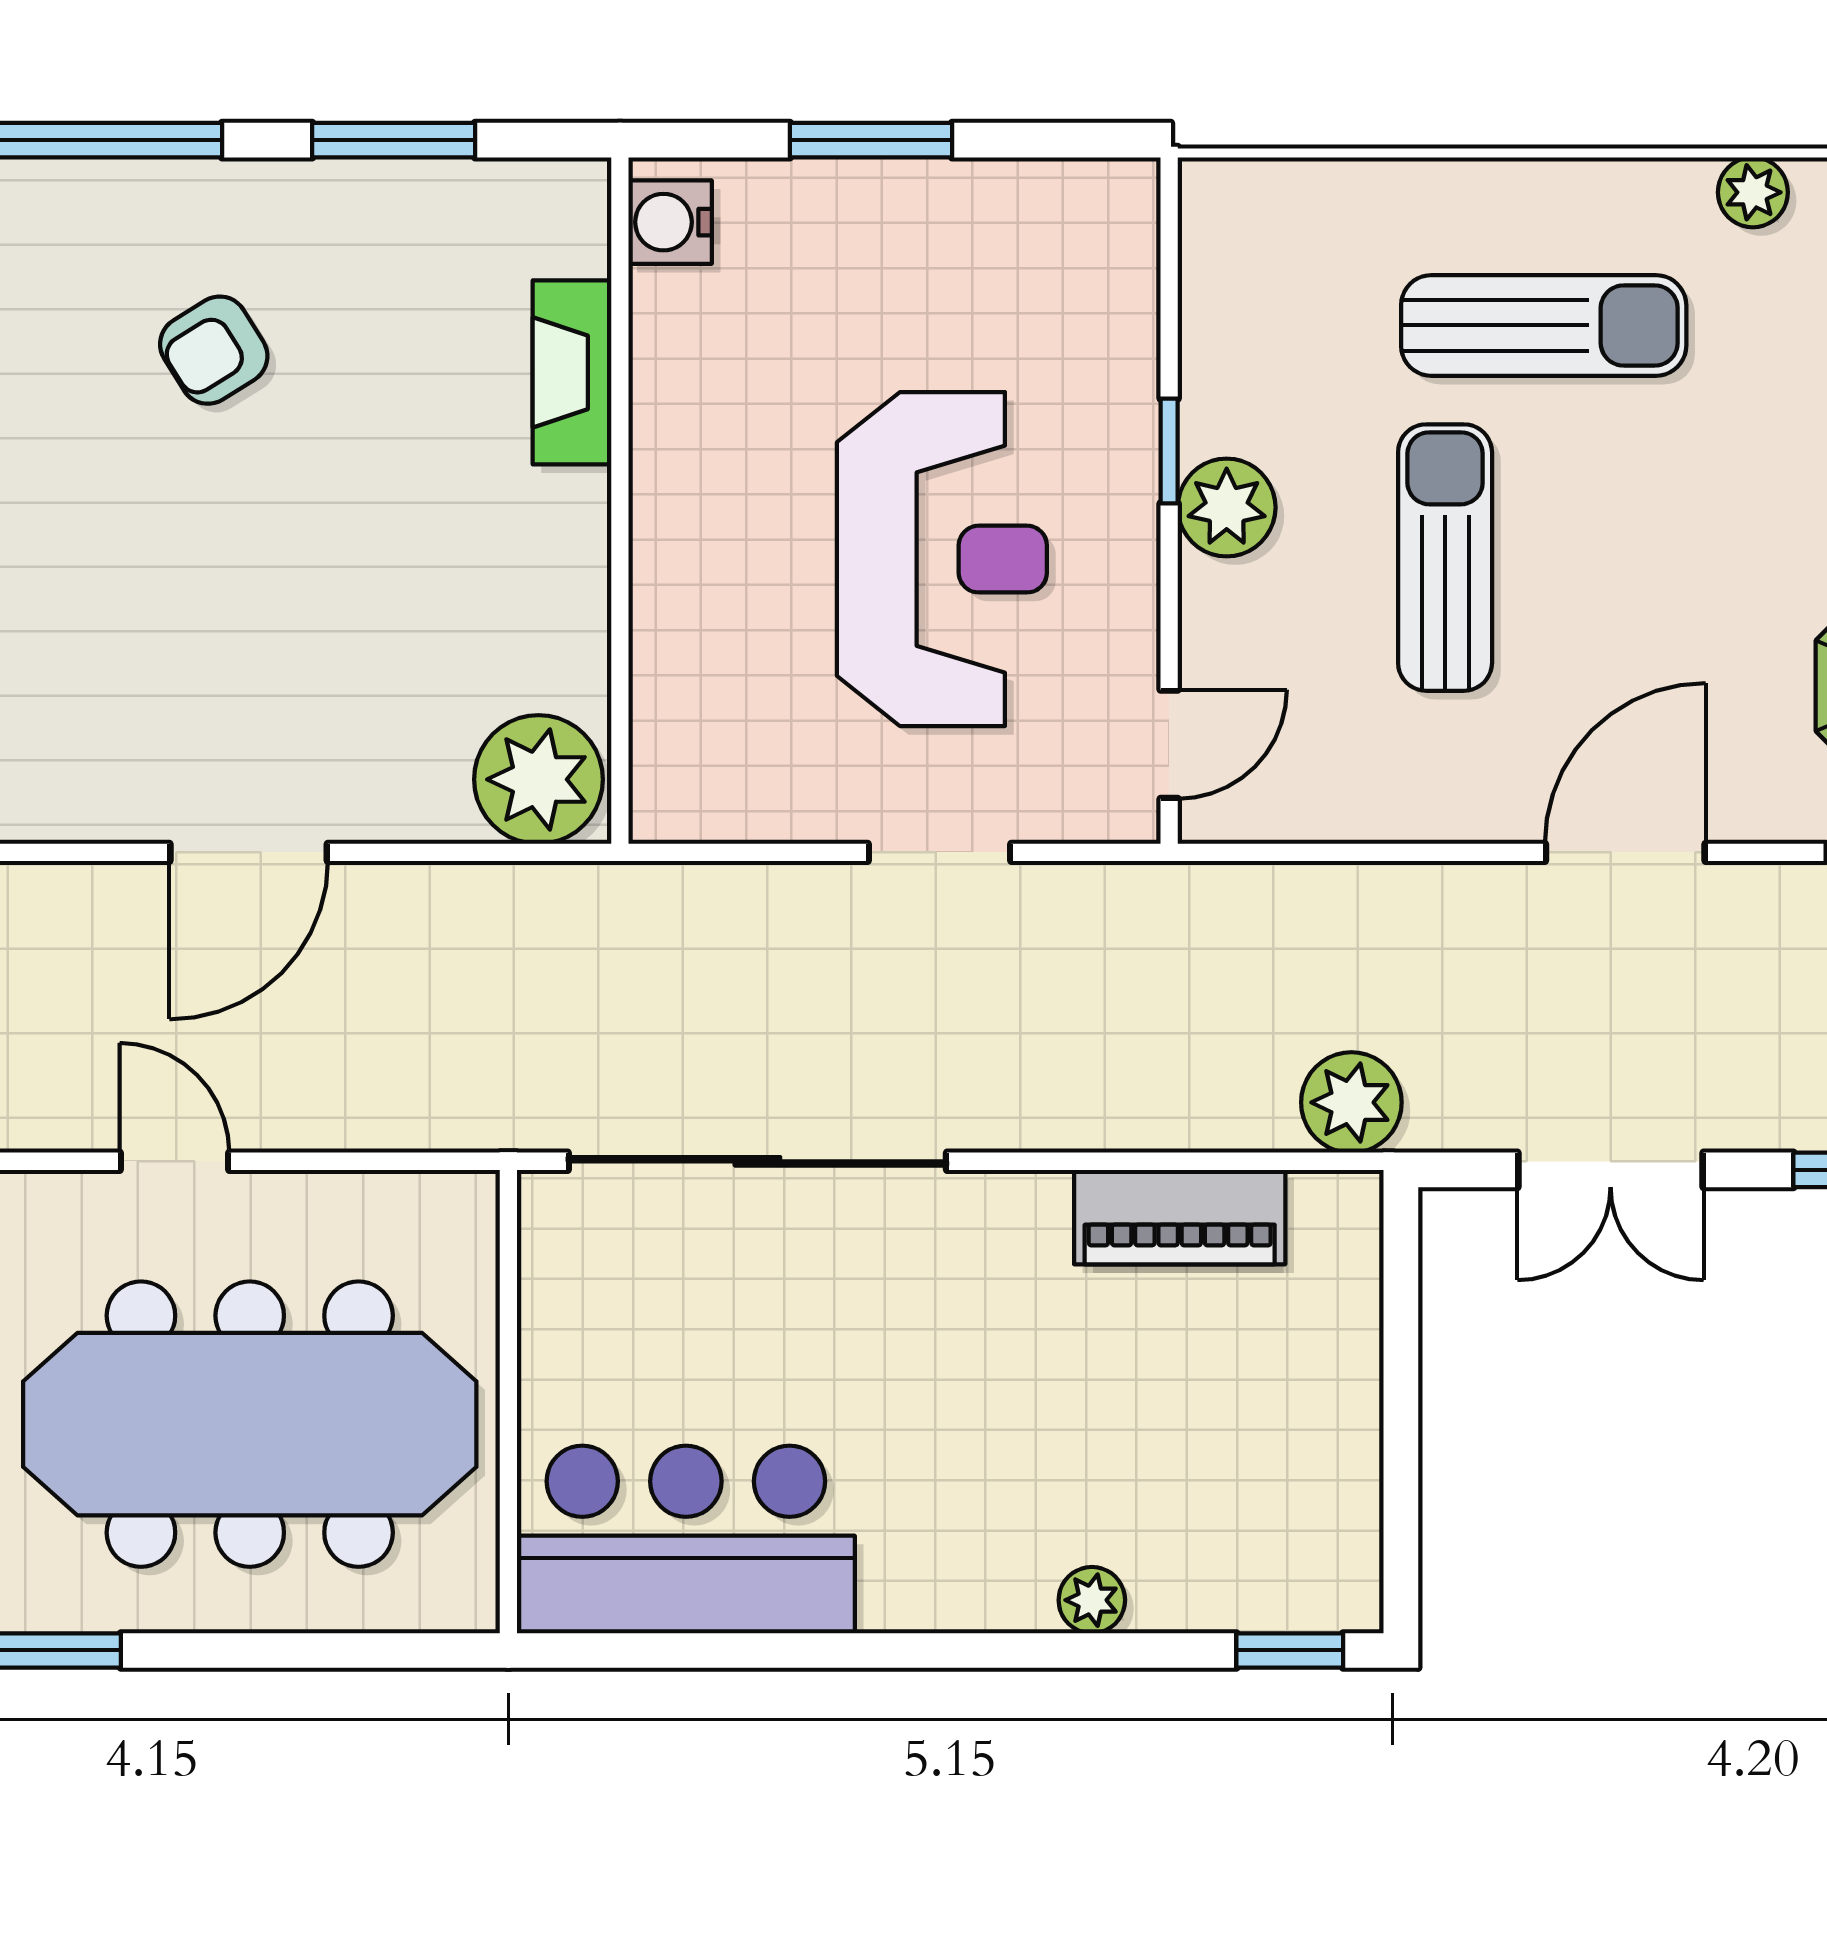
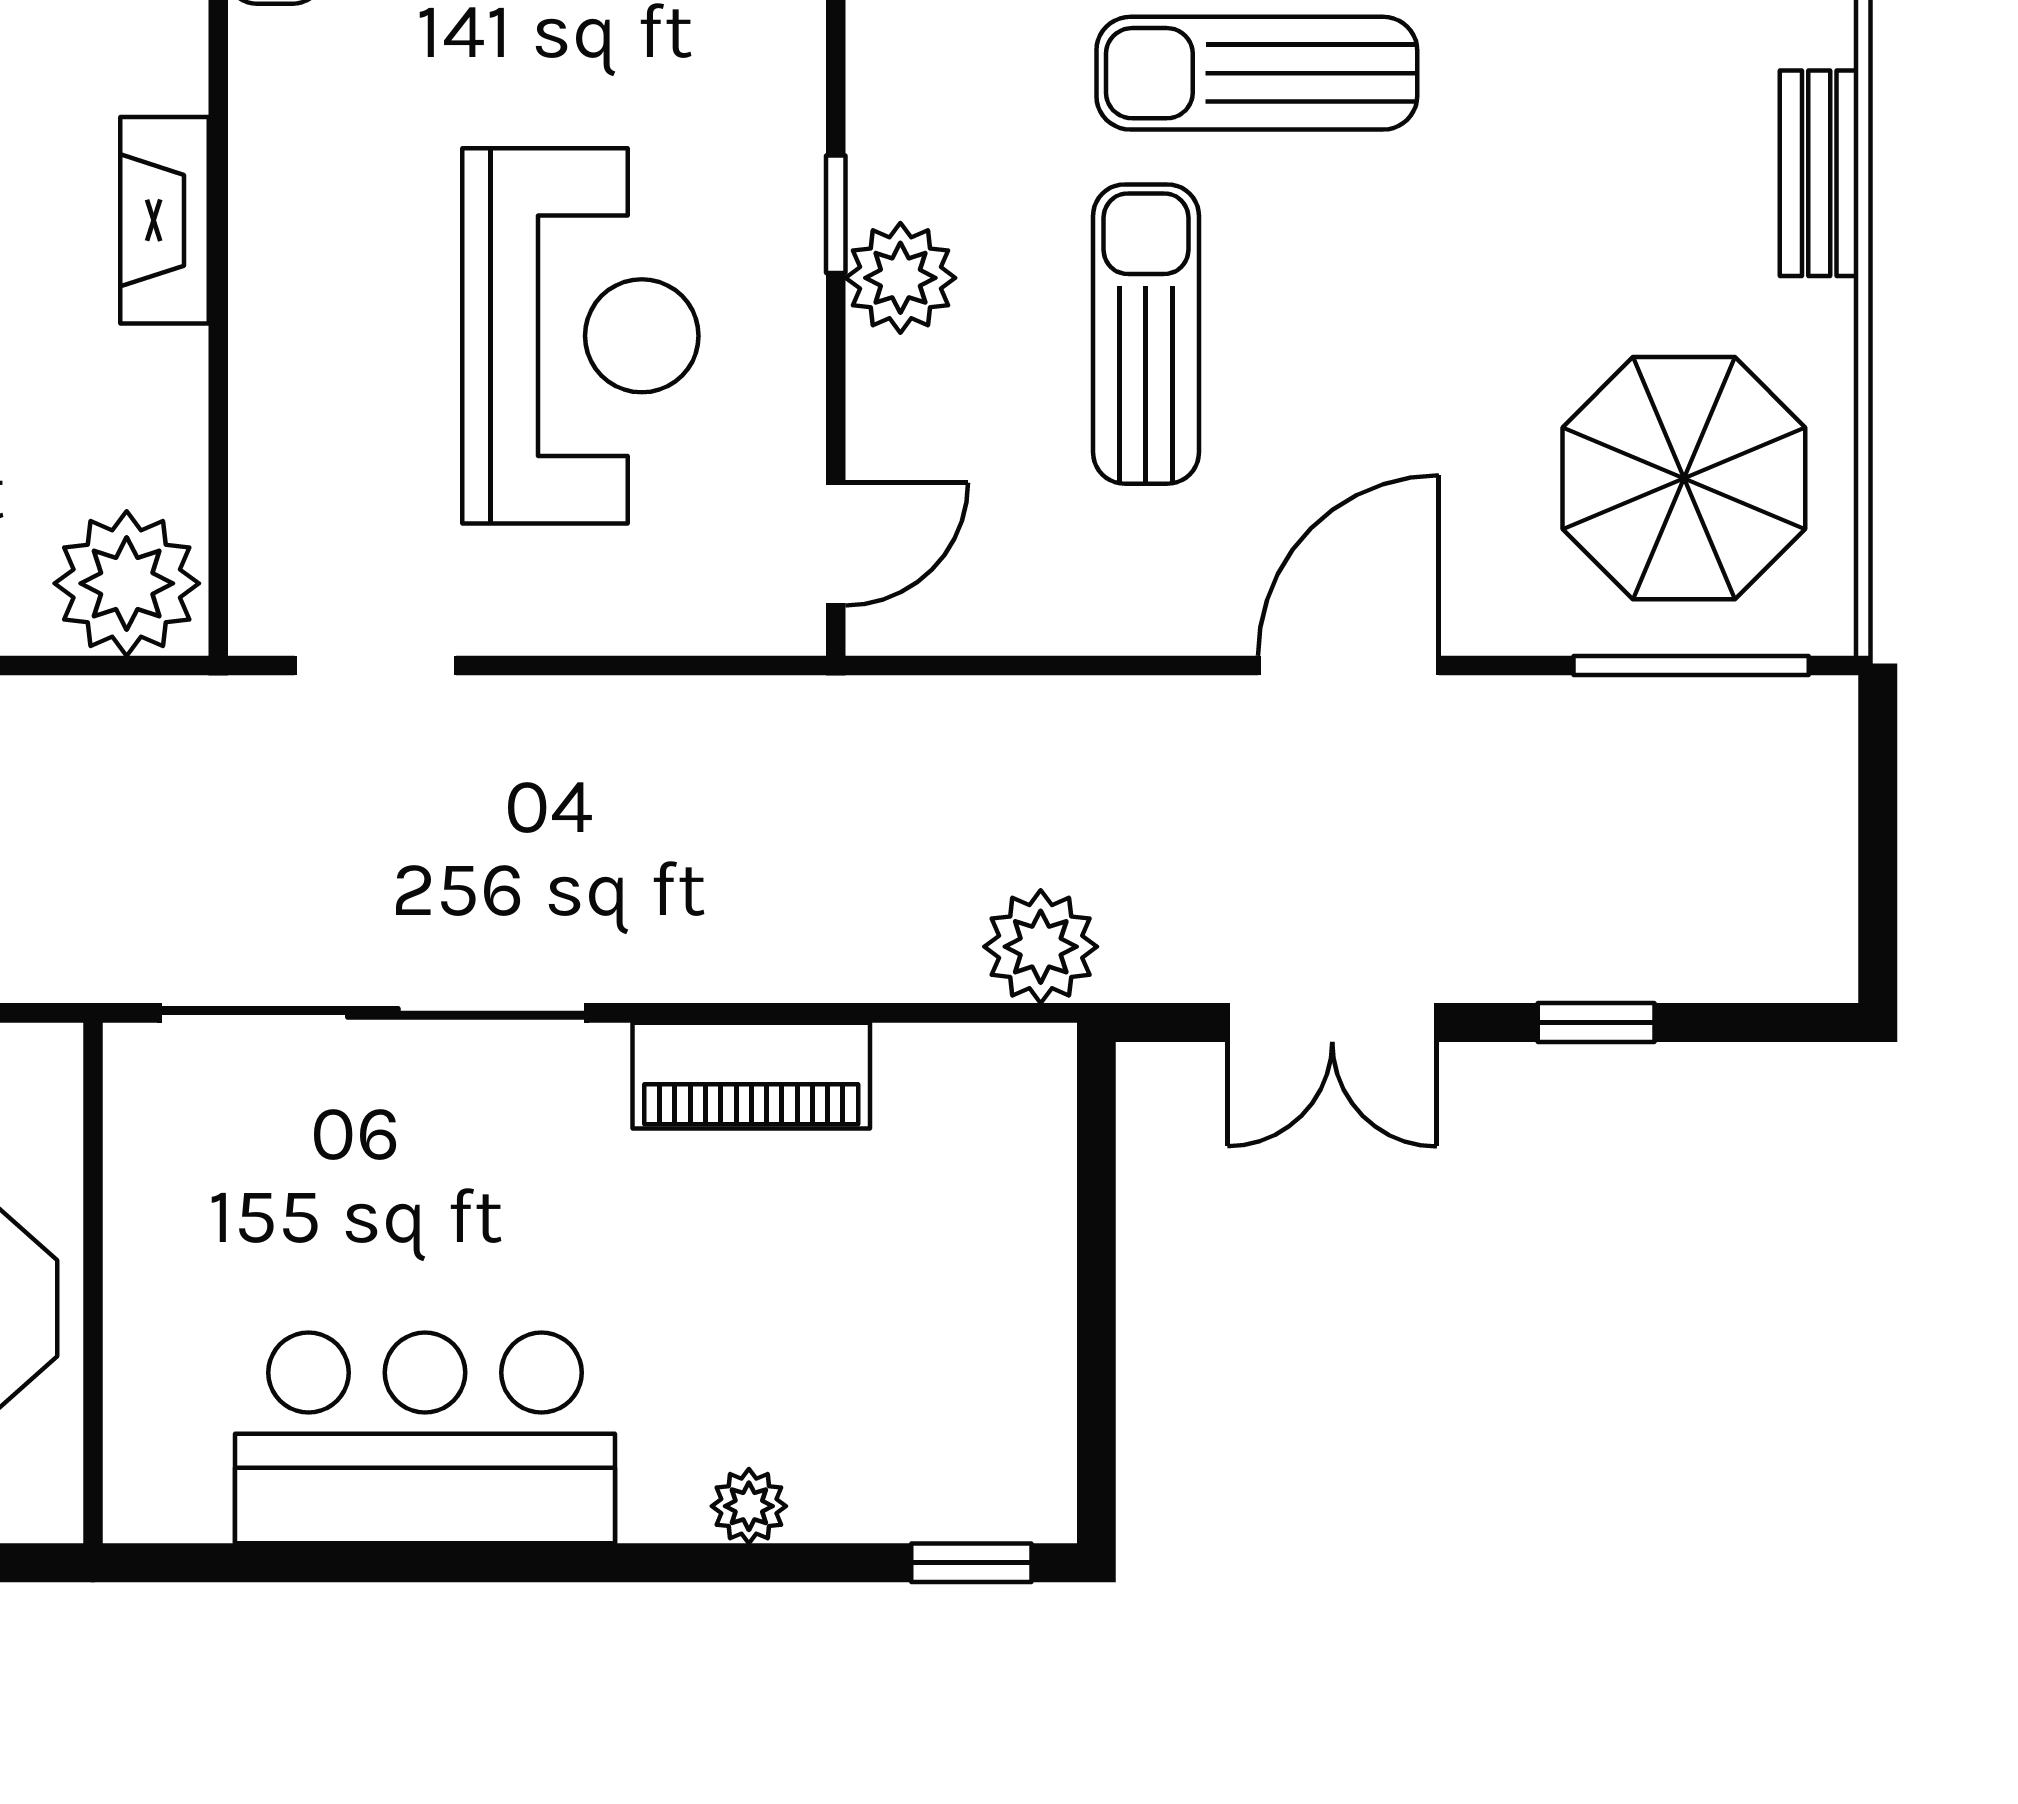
sun lounger: (1544, 325) -> (1257, 73), turned 180
fireplace: (572, 372) -> (165, 220), moved
doorway: (940, 852) -> (375, 666), moved
piano: (1180, 1217) -> (751, 1076), moved
bar counter: (686, 1539) -> (425, 1438), moved

